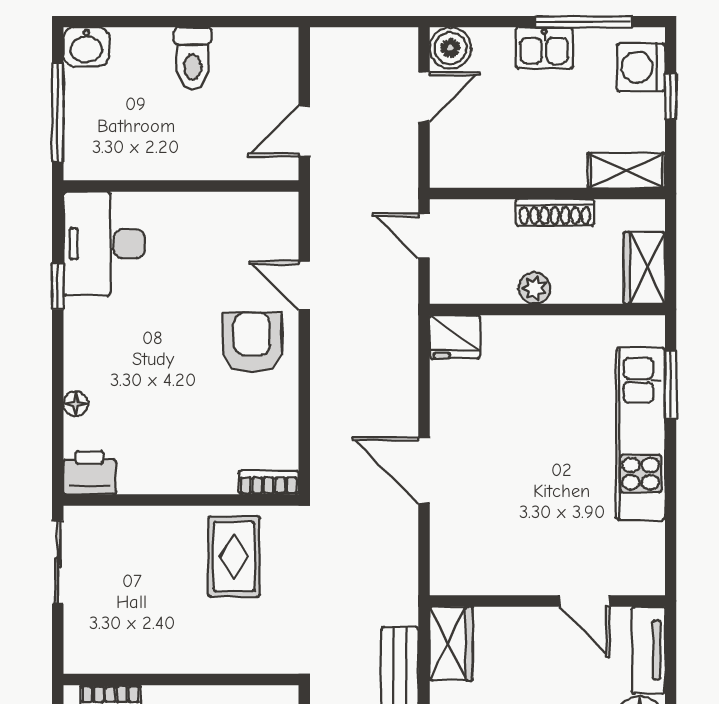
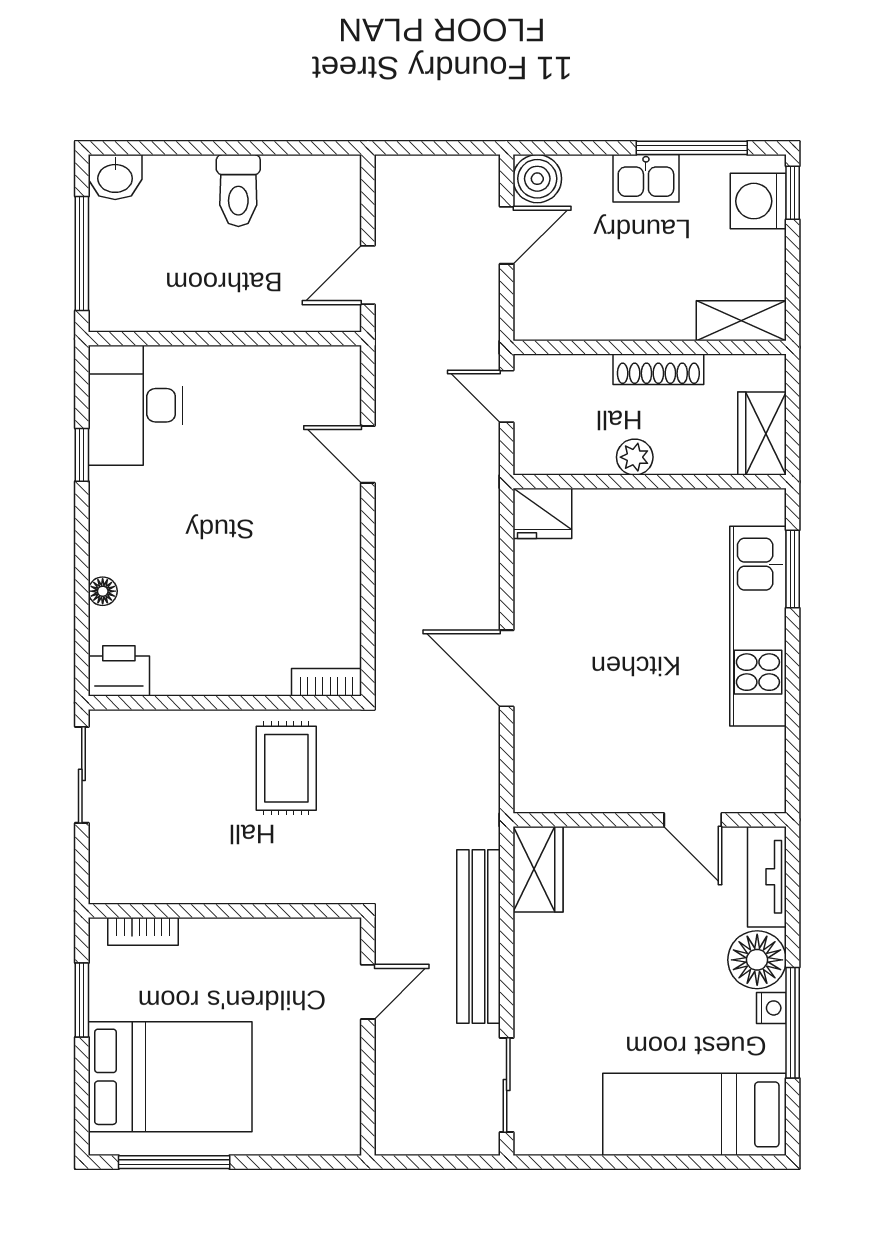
window: (671, 96) -> (793, 193), moved
armchair: (252, 342) -> (307, 520), removed

